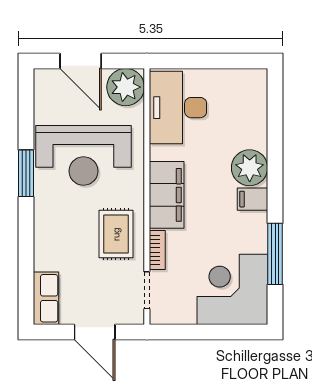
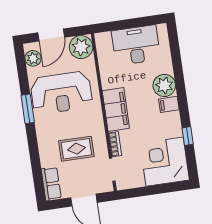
door: (81, 61) -> (51, 35), hinge flipped
plant: (46, 94) -> (33, 58), added
desk: (178, 108) -> (136, 45), moved, turned 90
rug: (116, 234) -> (76, 149), moved, turned 90
window: (275, 254) -> (188, 136), width x0.46

